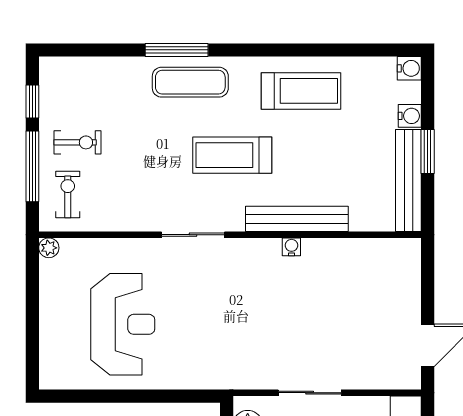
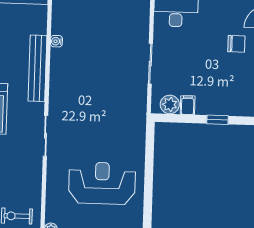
water cooler: (291, 247) -> (56, 41), moved

